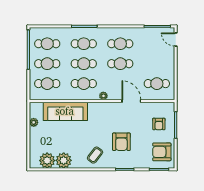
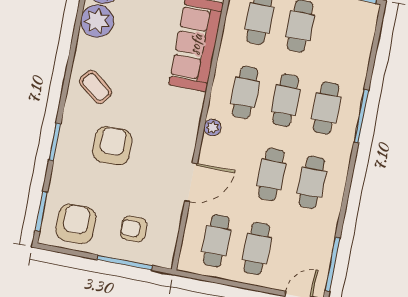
cafe table: (47, 44) -> (257, 249), moved
armchair: (121, 142) -> (112, 146), turned 90

